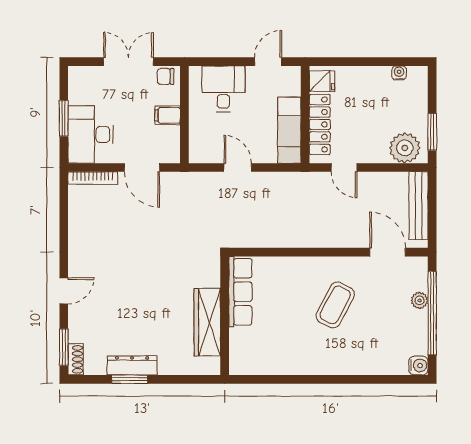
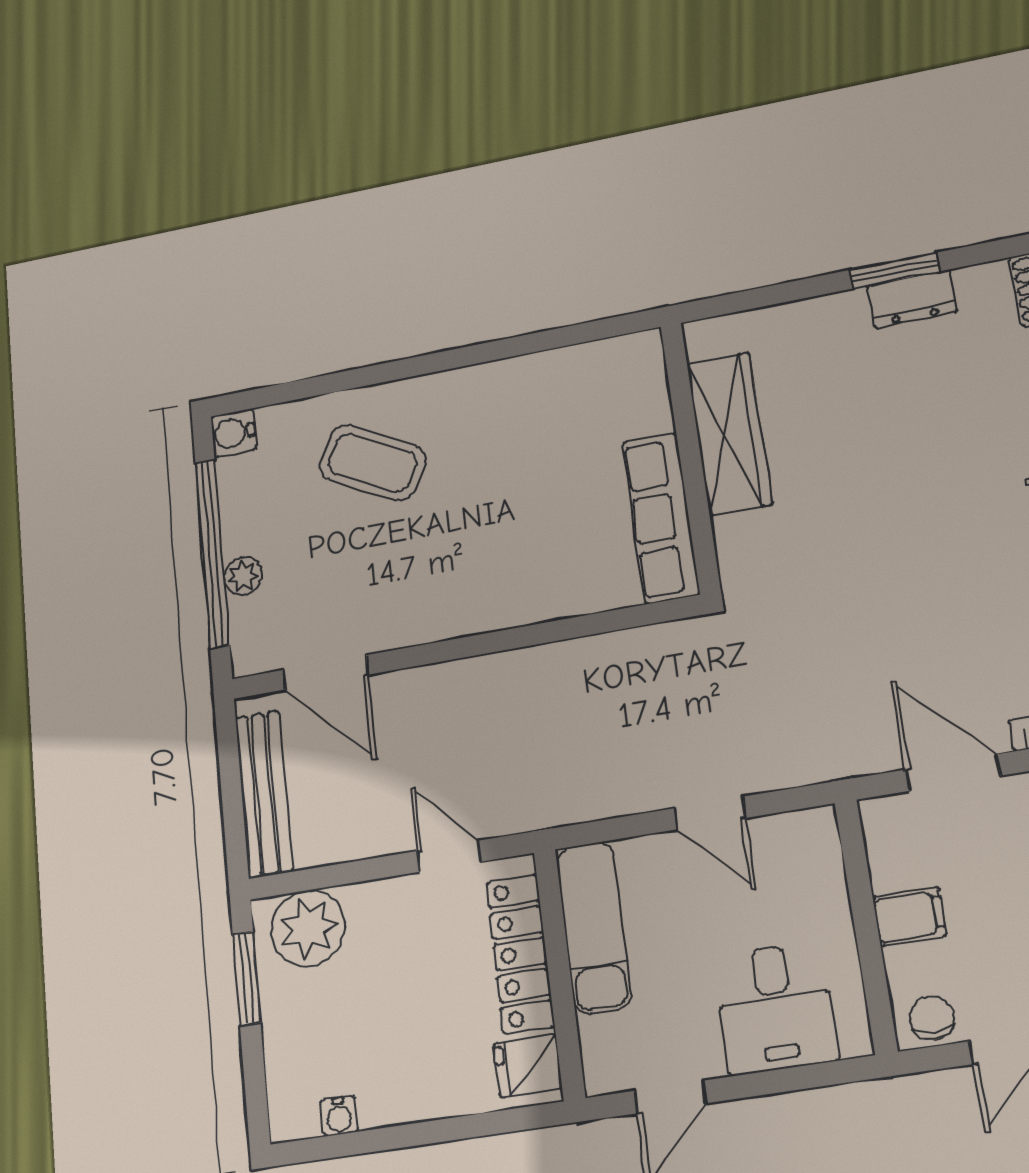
chair: (165, 76) -> (932, 1018), turned -90
coffee table: (335, 305) -> (373, 463), moved, turned 90
dresser: (132, 365) -> (912, 299), width x0.70

